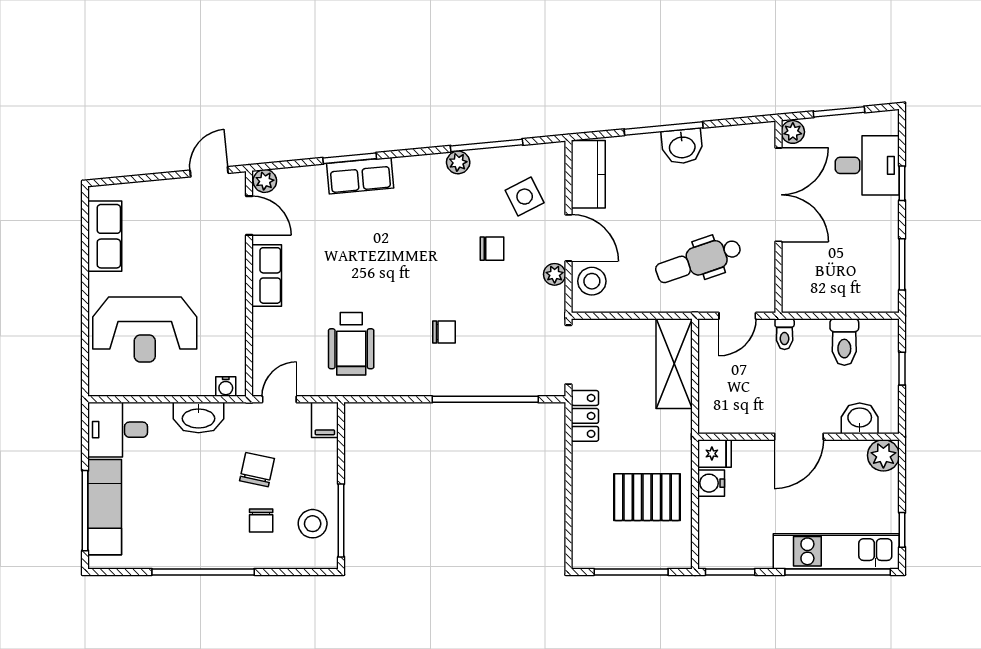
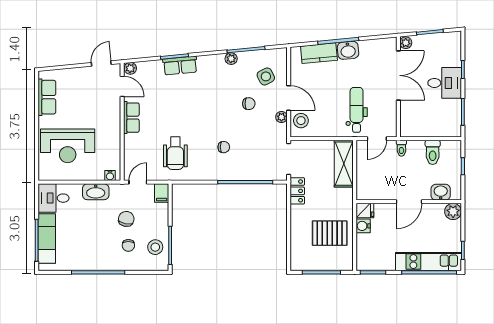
desk: (867, 165) -> (445, 83), moved
kitchen counter: (588, 174) -> (319, 53), moved, turned 85
dental chair: (698, 261) -> (357, 110), turned 109

